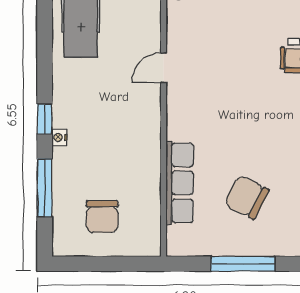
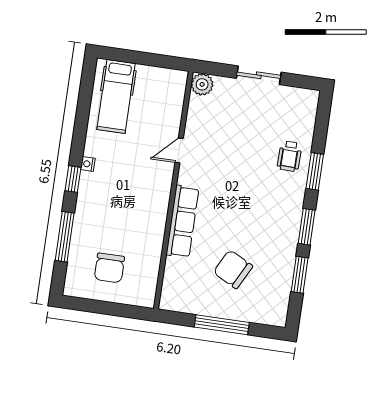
nightstand: (59, 137) -> (88, 164), moved
row of seats: (180, 183) -> (182, 221), moved

